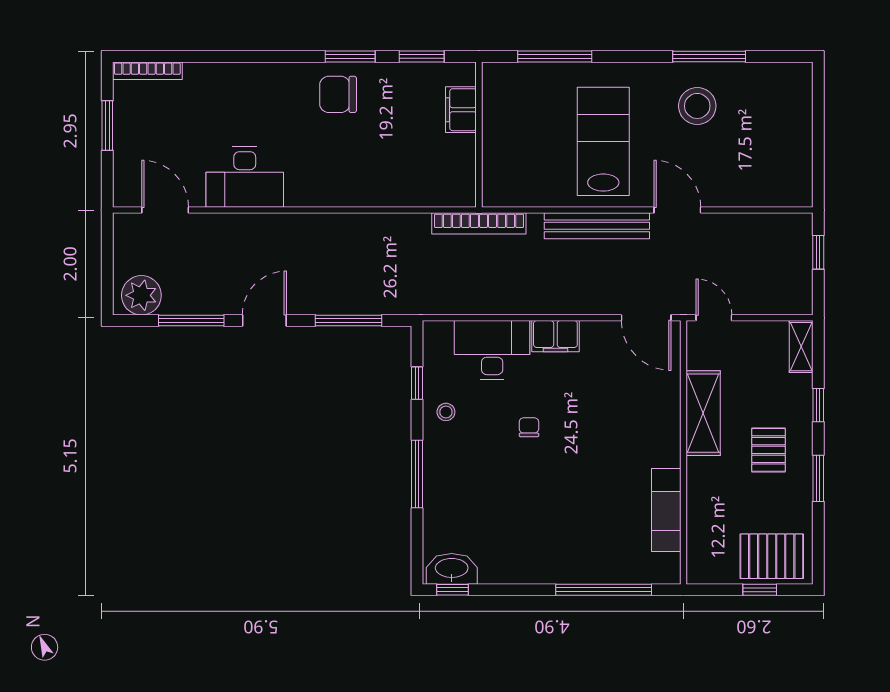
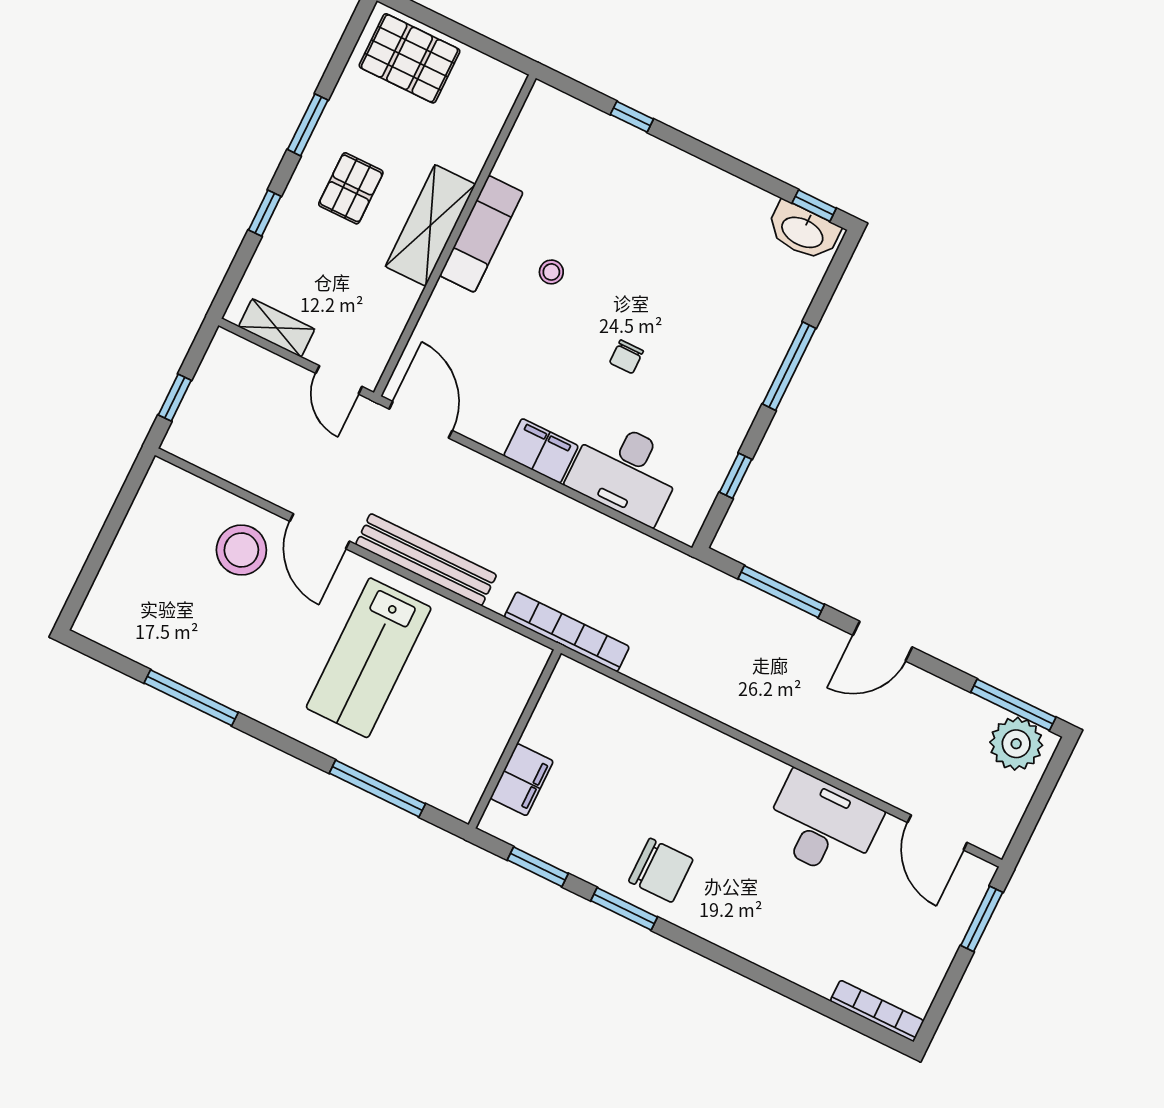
stool: (697, 106) -> (241, 550), moved
window: (107, 126) -> (982, 919), moved
window: (191, 320) -> (1013, 705), moved
shelving: (801, 347) -> (277, 328), moved, turned 90
stool: (446, 412) -> (551, 272), moved
shelving: (703, 413) -> (430, 225), moved
exam couch: (666, 510) -> (481, 234), moved
window: (604, 590) -> (632, 117), width x0.32
window: (760, 590) -> (444, 25), removed

